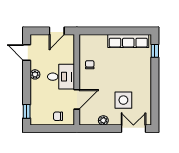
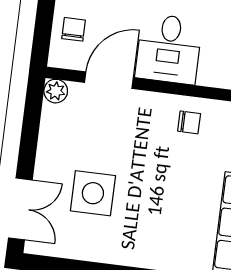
door: (77, 99) -> (109, 80), swing flipped
plant: (103, 120) -> (56, 91), moved

